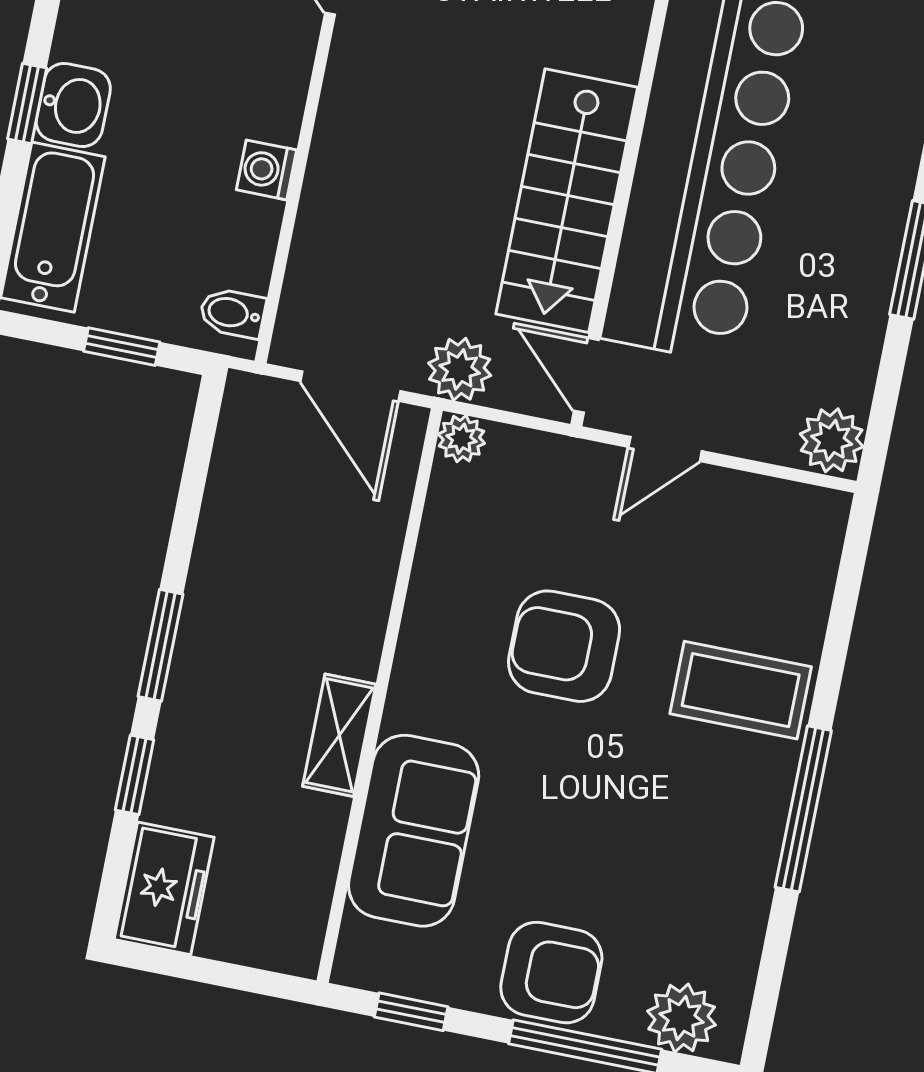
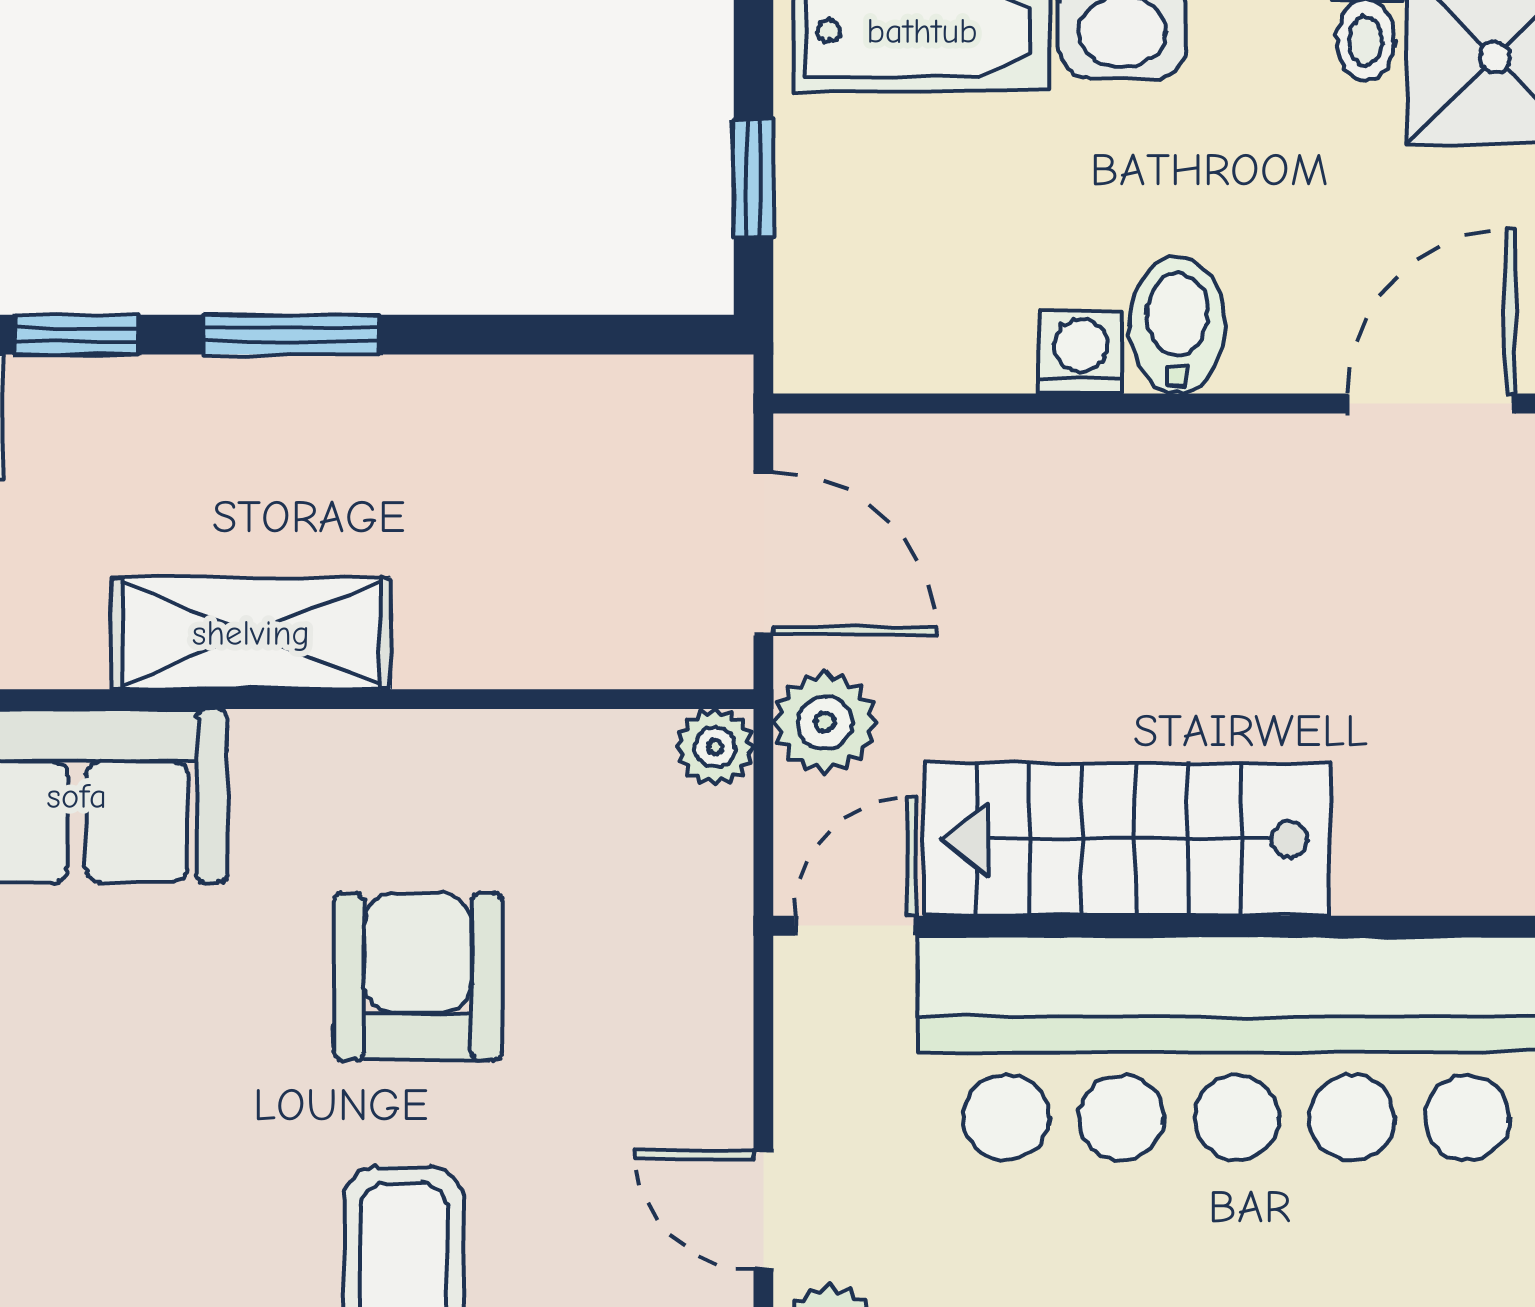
bidet: (232, 313) -> (1177, 325), moved, width x1.38, depth x1.36
door: (350, 386) -> (763, 554), swing flipped
door: (665, 449) -> (763, 1210), moved
shelving: (339, 735) -> (251, 633), width x1.50, depth x1.33

